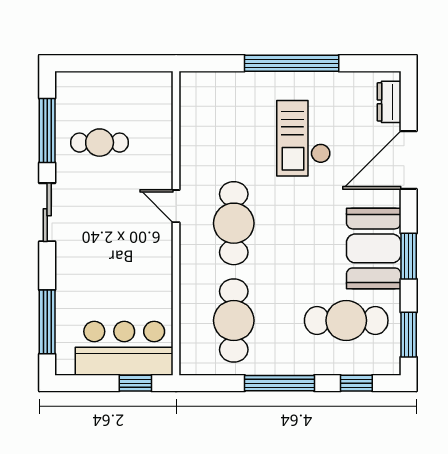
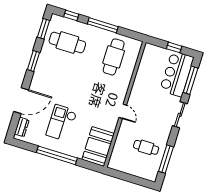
checkout: (304, 138) -> (62, 123), turned 180
sliding door: (47, 212) -> (180, 115), moved
cafe table: (234, 223) -> (101, 97), removed
booth: (374, 248) -> (98, 146), moved
bar counter: (124, 348) -> (177, 74), moved, turned 90
window: (135, 383) -> (174, 47), moved

